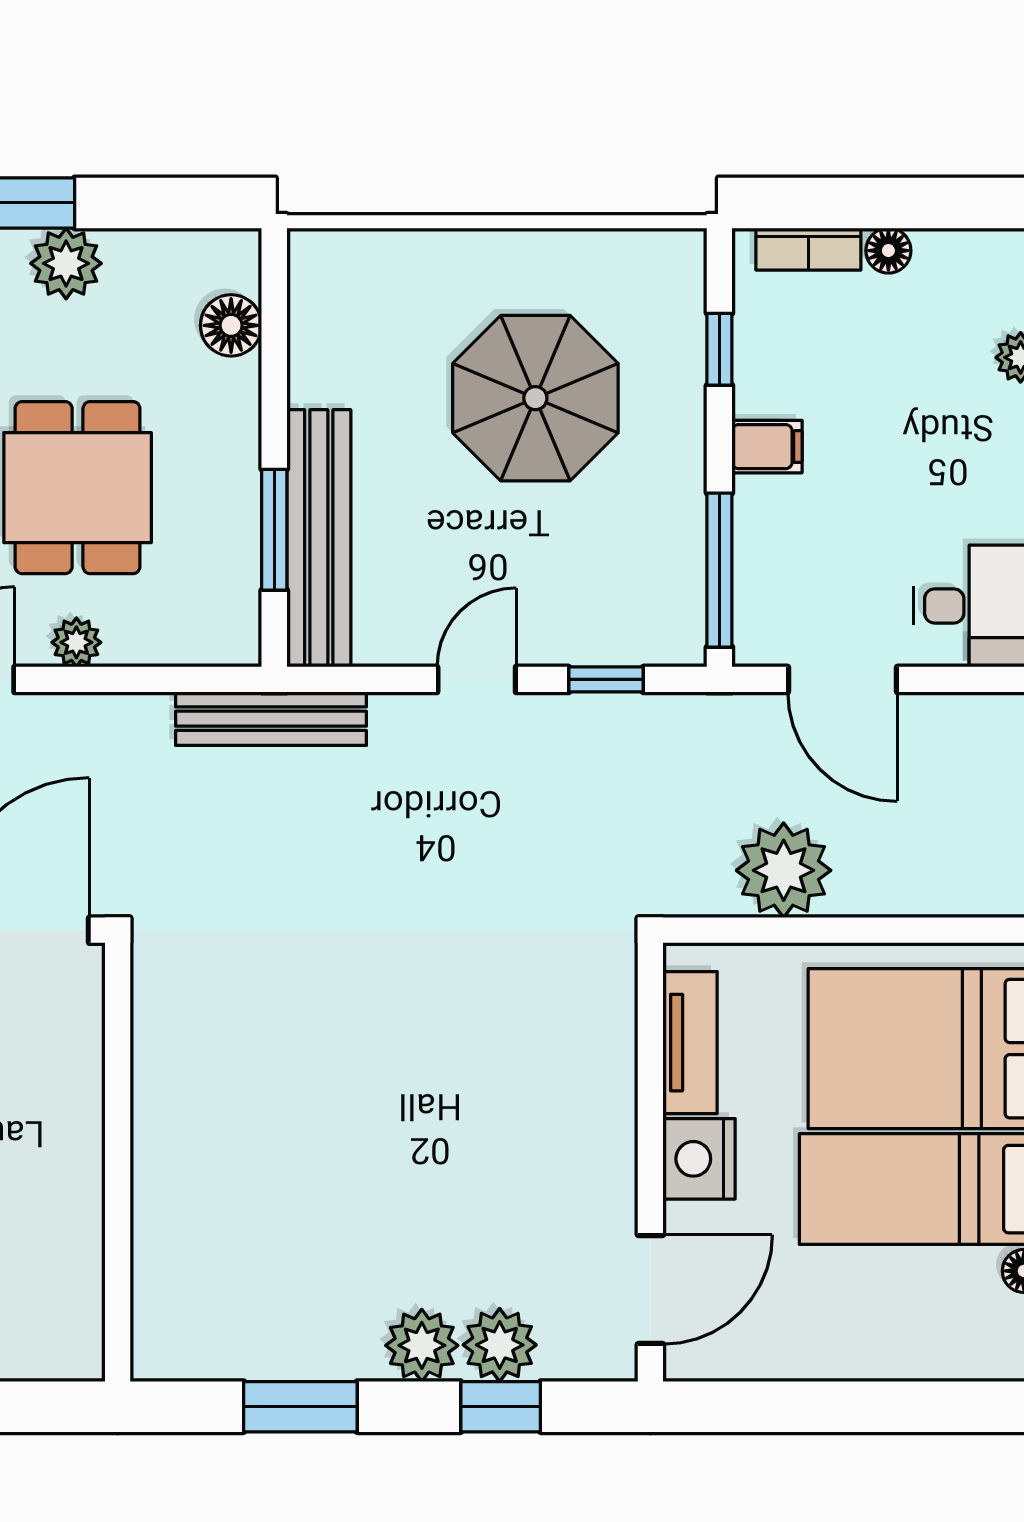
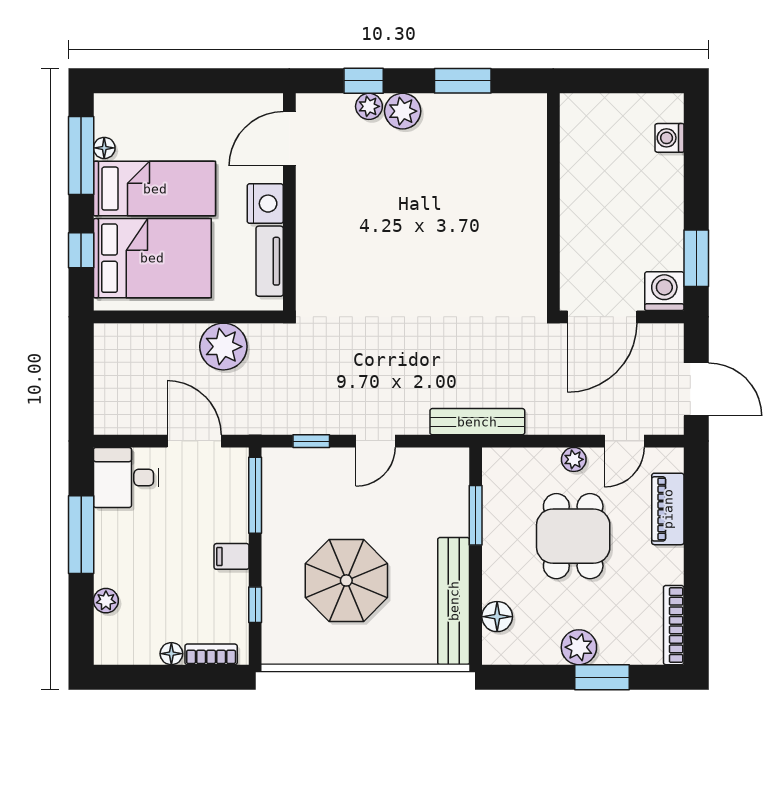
bench: (319, 538) -> (454, 601), moved
plant: (500, 1345) -> (369, 106), width x0.73, depth x0.73

